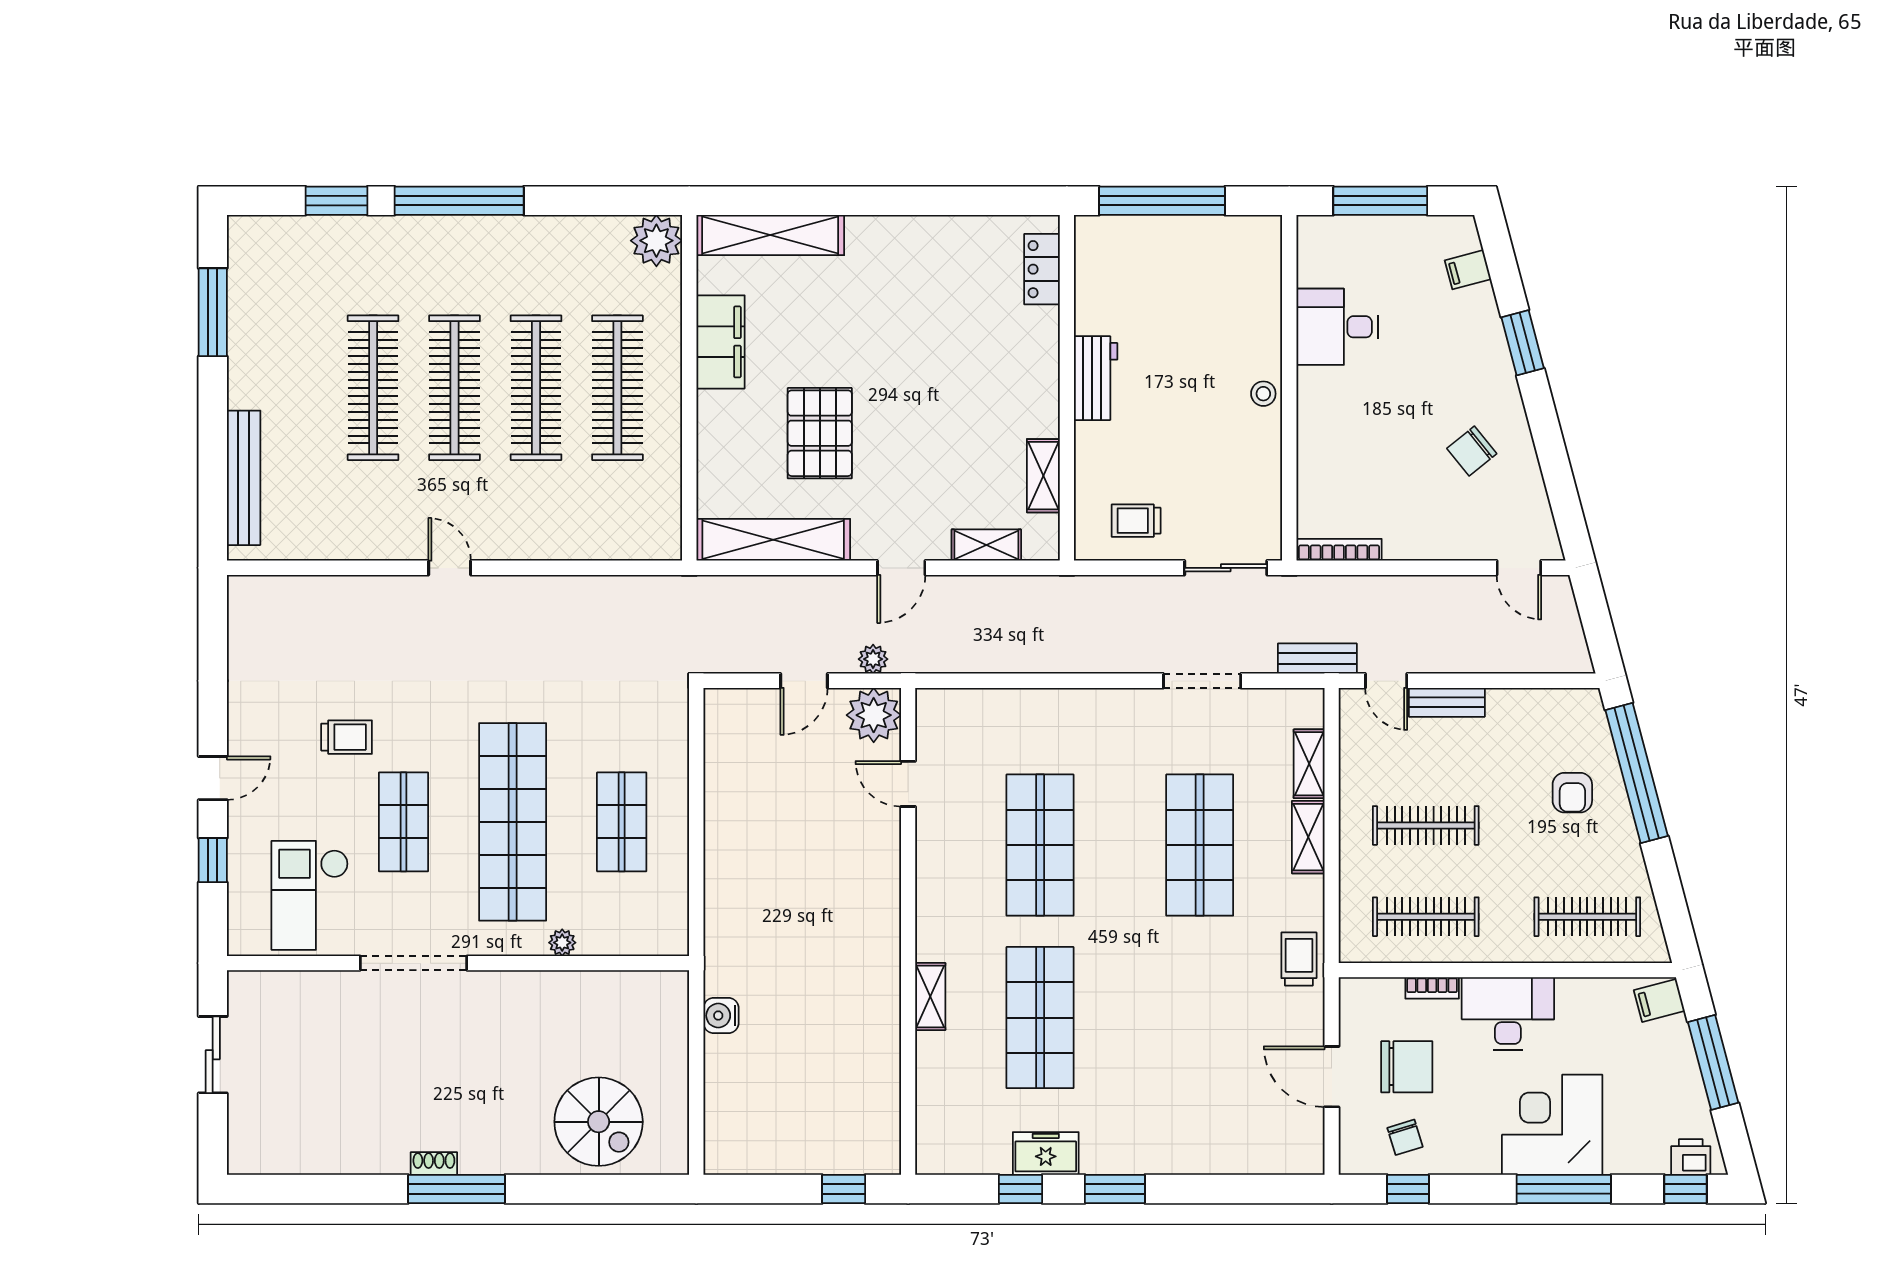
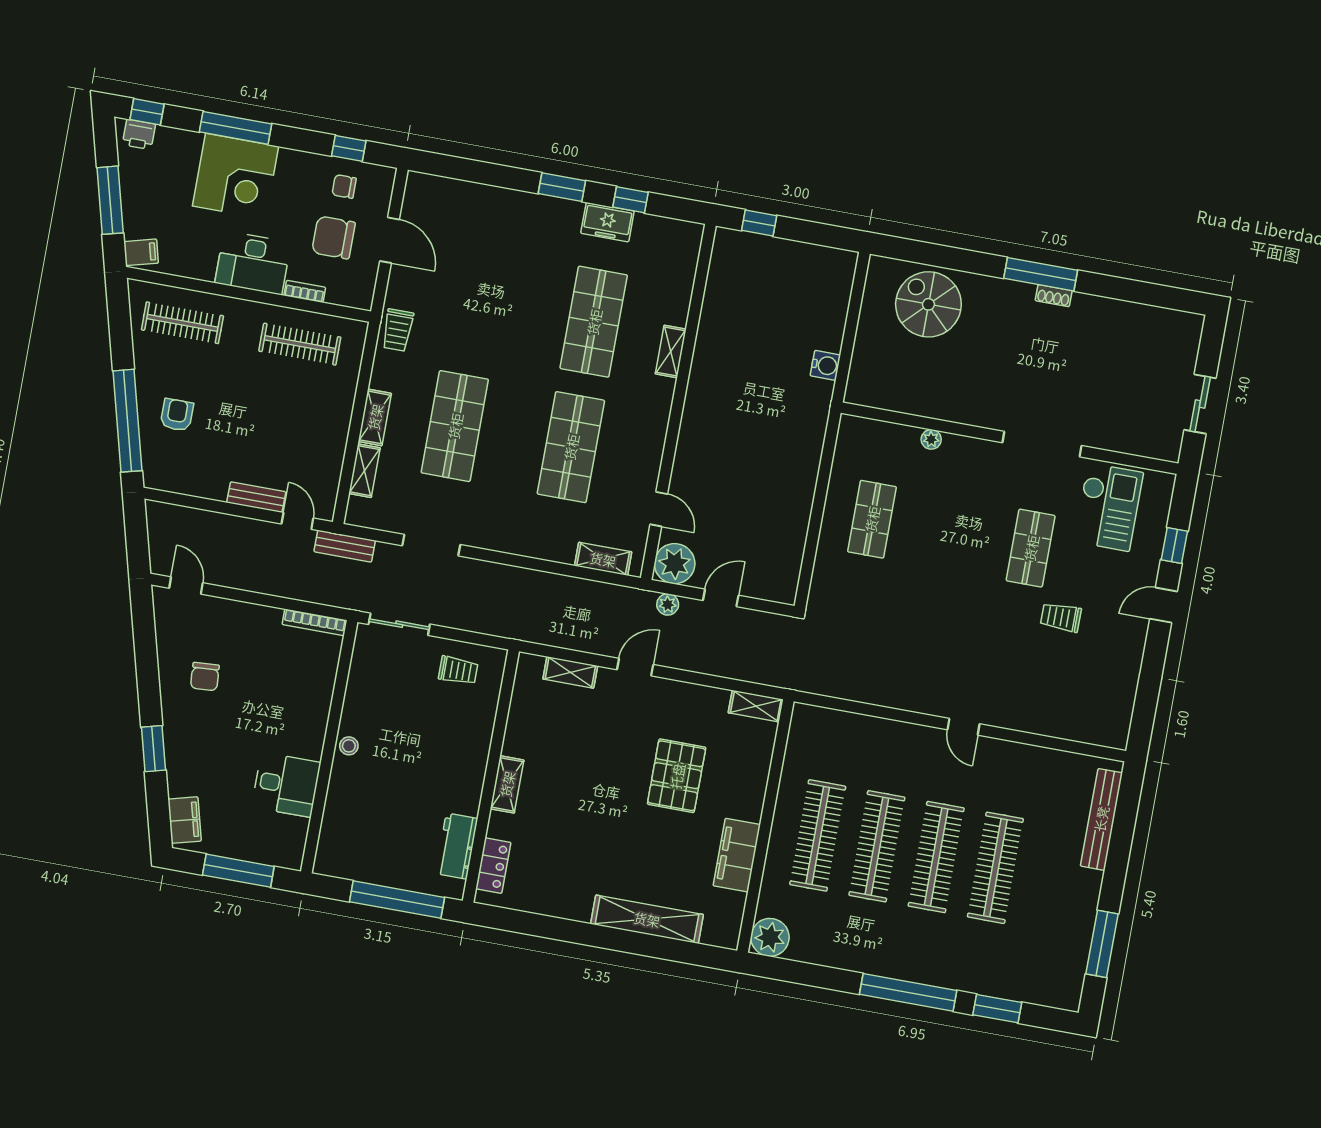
shelving: (770, 235) -> (647, 919), moved
filing cabinet: (1468, 270) -> (185, 820), width x2.00
workbench: (1096, 378) -> (457, 846), moved
chair: (1472, 451) -> (205, 677), turned 125
shelving: (1043, 476) -> (507, 784), moved
shelving: (773, 540) -> (756, 706), width x0.45, depth x0.75
shelving: (970, 704) -> (603, 559), added
shop shelf: (513, 822) -> (951, 534), removed
clothes rail: (1426, 825) -> (288, 410), removed
chair: (1405, 1137) -> (344, 186), turned -73

